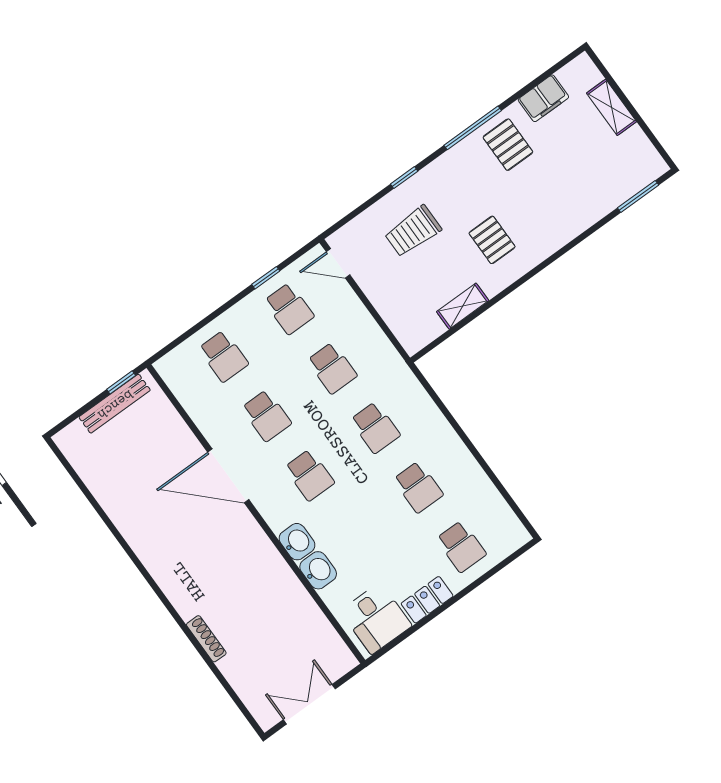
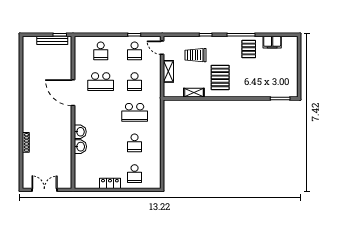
shelving: (611, 107) -> (168, 71), moved
pallet: (492, 240) -> (220, 77), width x1.50, depth x1.42
school desk: (266, 416) -> (101, 82), width x1.85
school desk: (375, 428) -> (135, 112), width x1.85
school desk: (310, 475) -> (101, 112), removed
desk: (376, 618) -> (88, 177), removed

